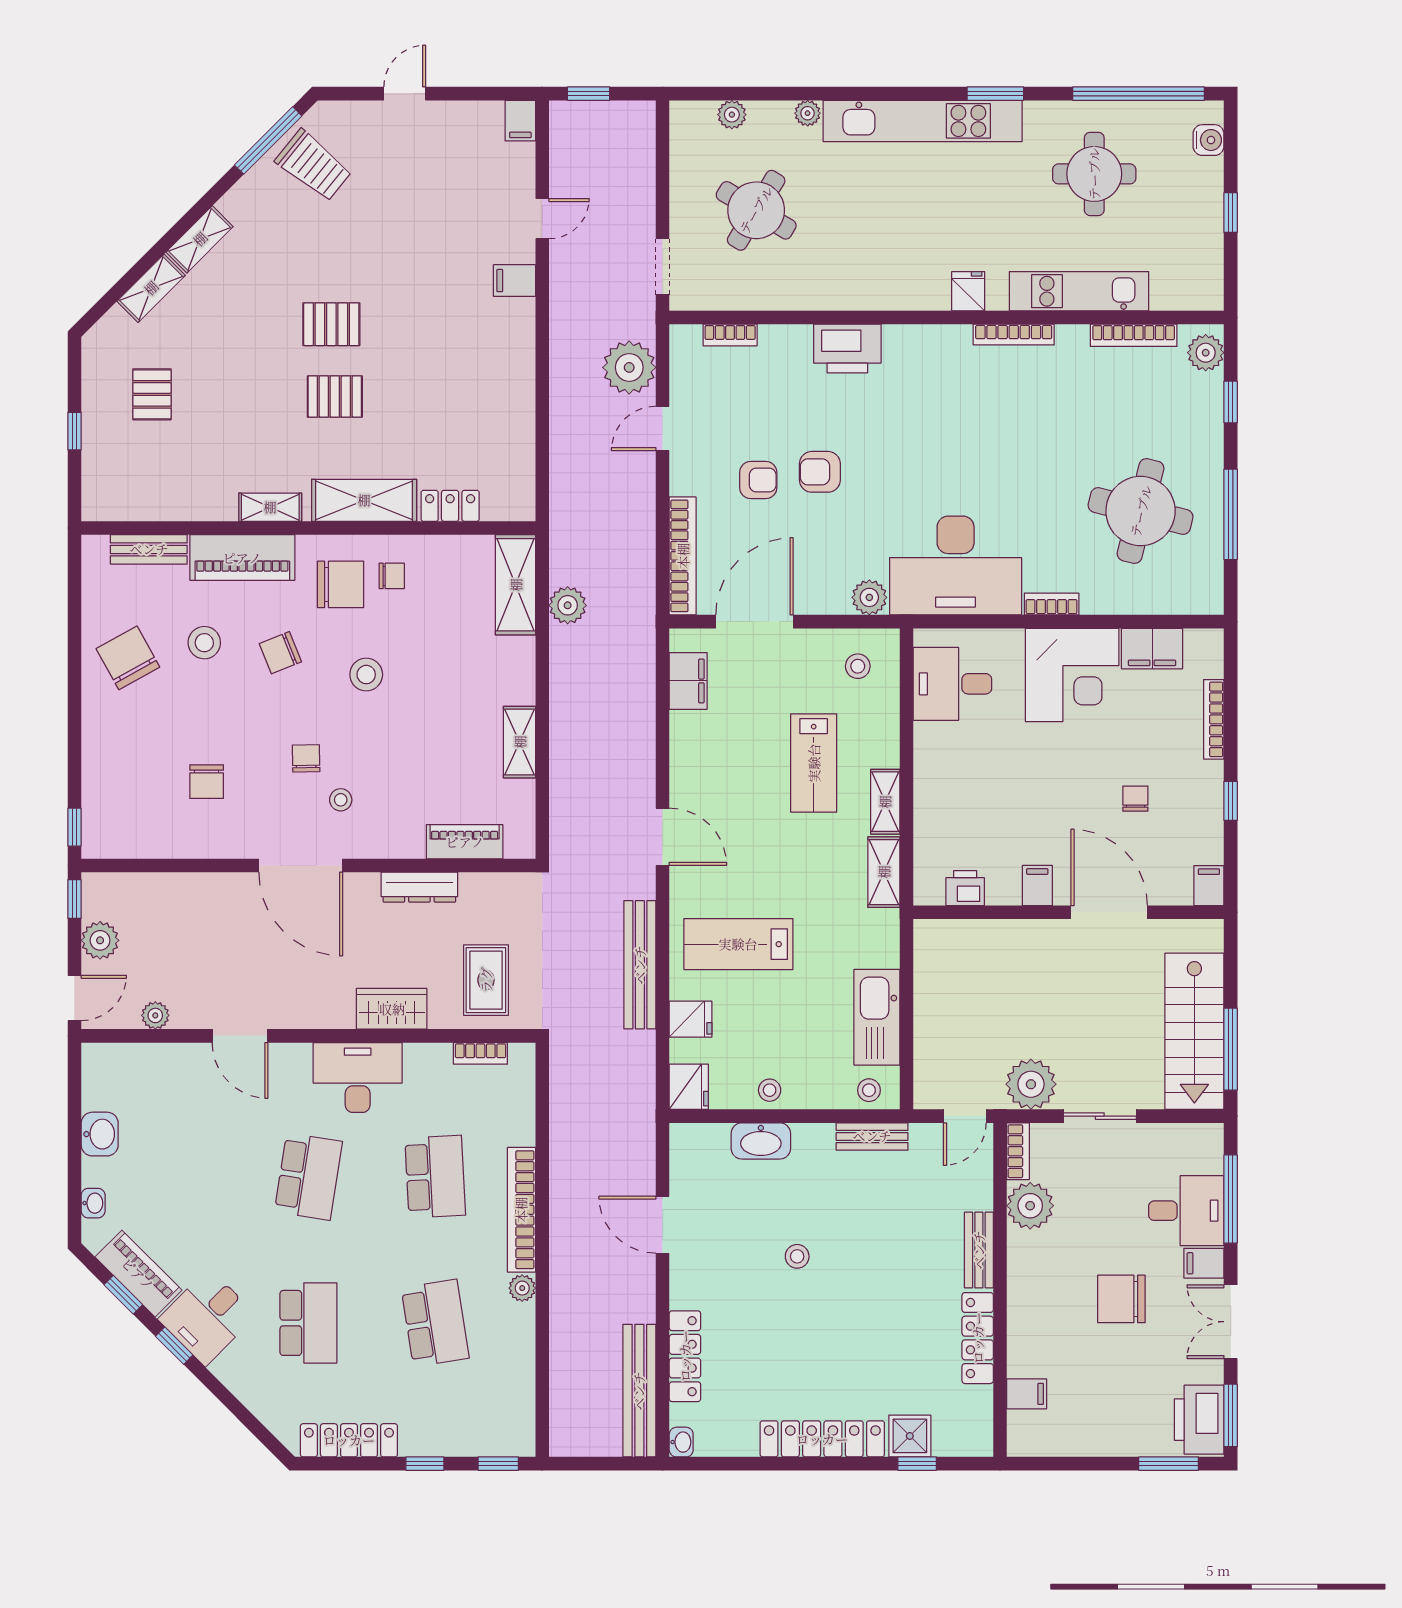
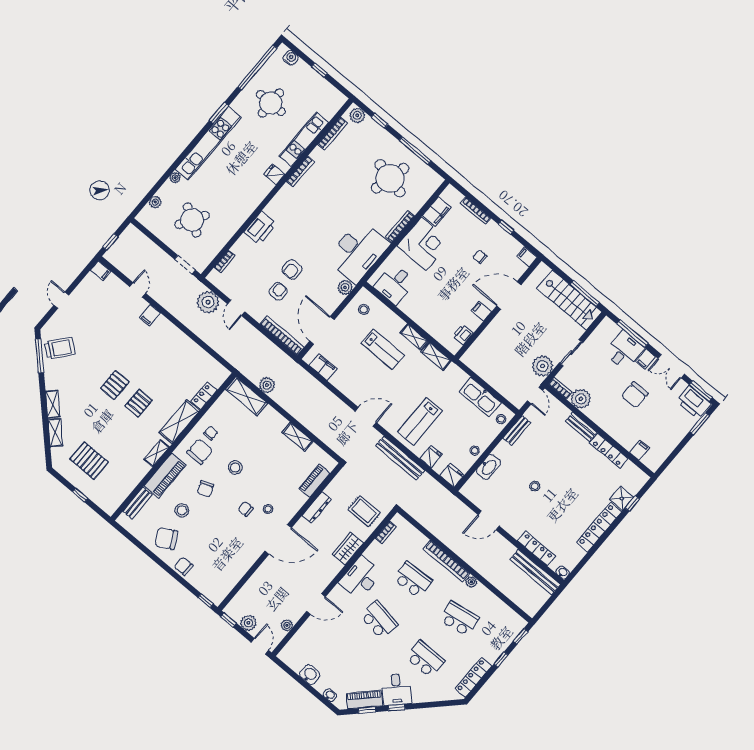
pallet: (152, 394) -> (89, 461), width x1.50, depth x1.42
bookcase: (1052, 604) -> (400, 226), width x1.56
chair: (207, 782) -> (184, 566), moved, turned 180

